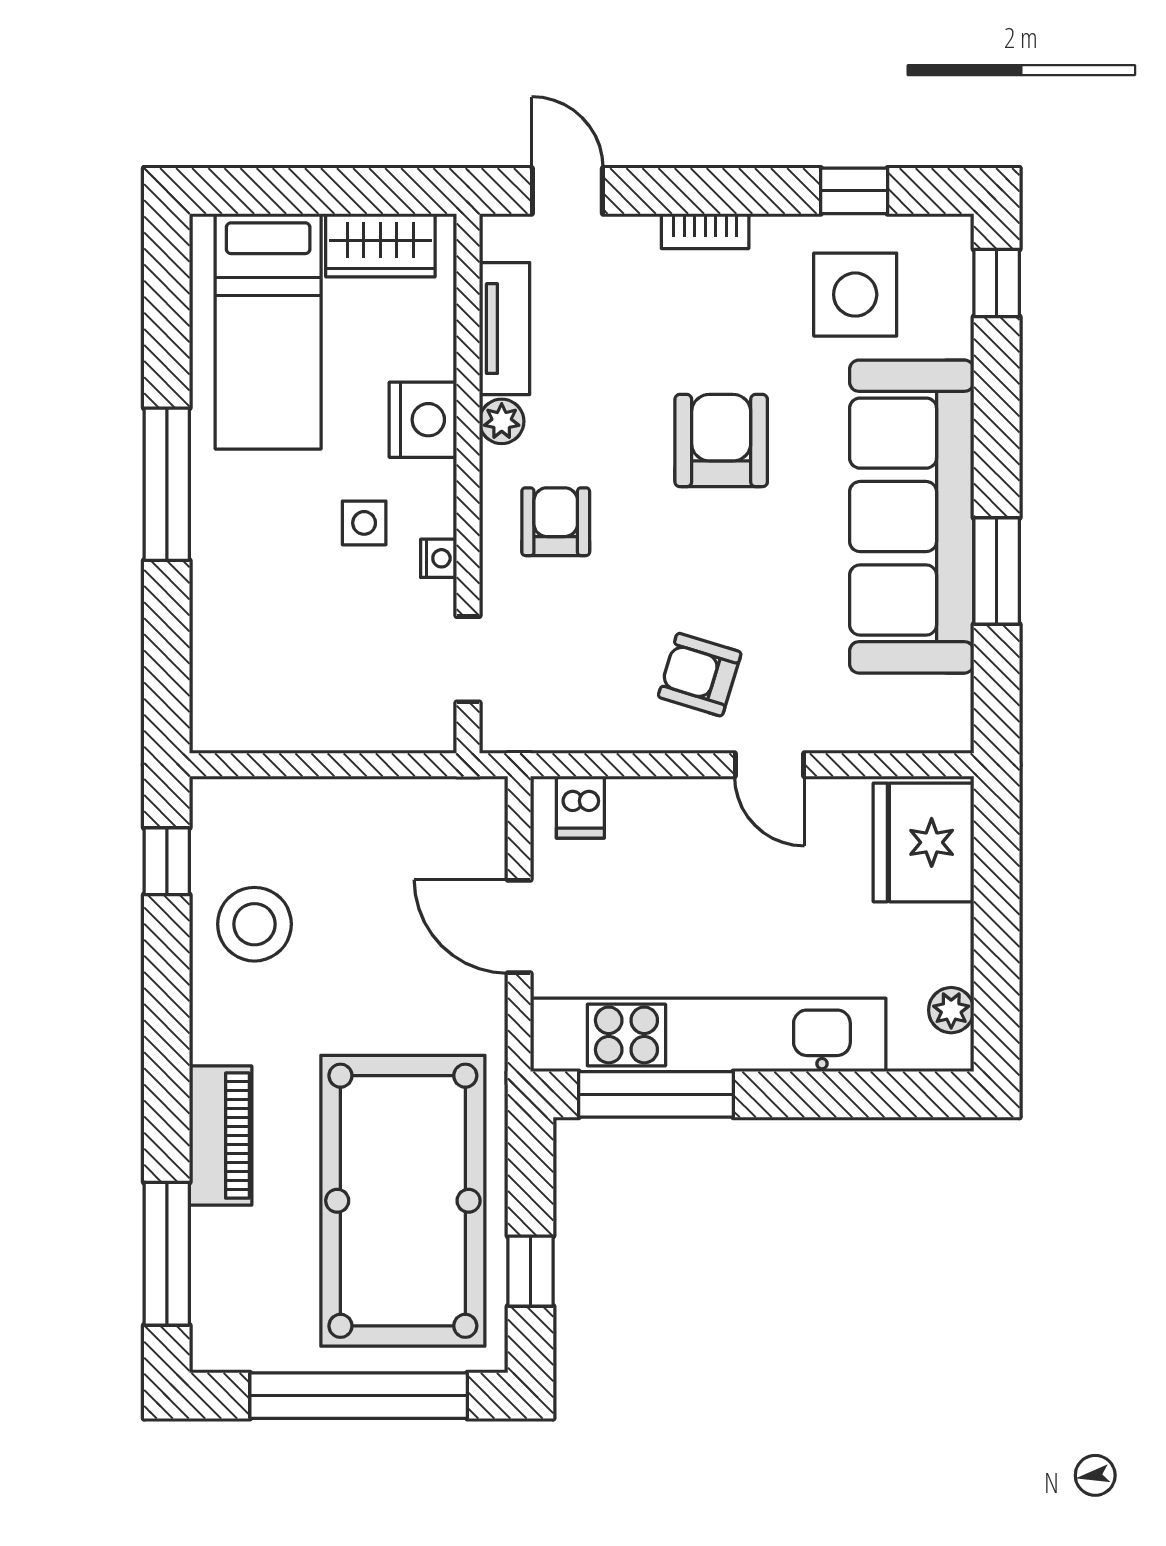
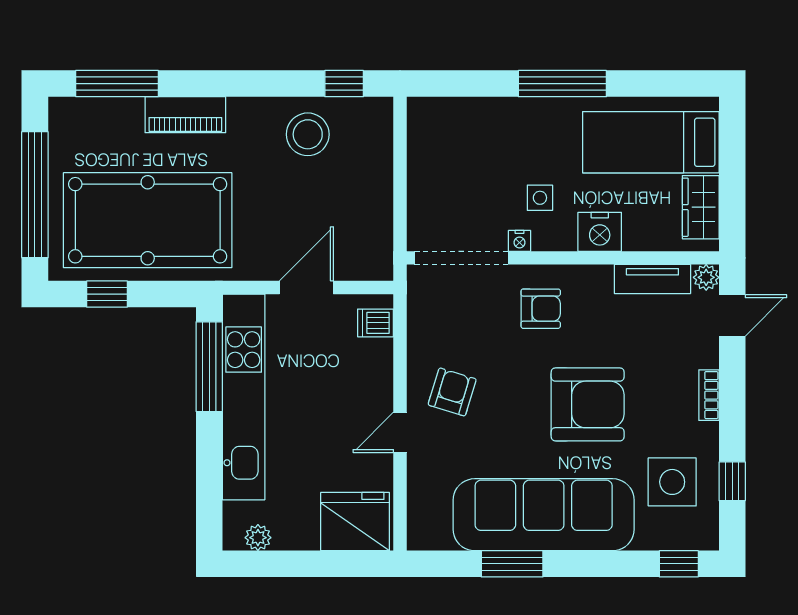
plant: (502, 421) -> (706, 277), moved
armchair: (721, 441) -> (588, 404), width x1.36, depth x1.36
doorway: (468, 659) -> (461, 258), width x1.88

